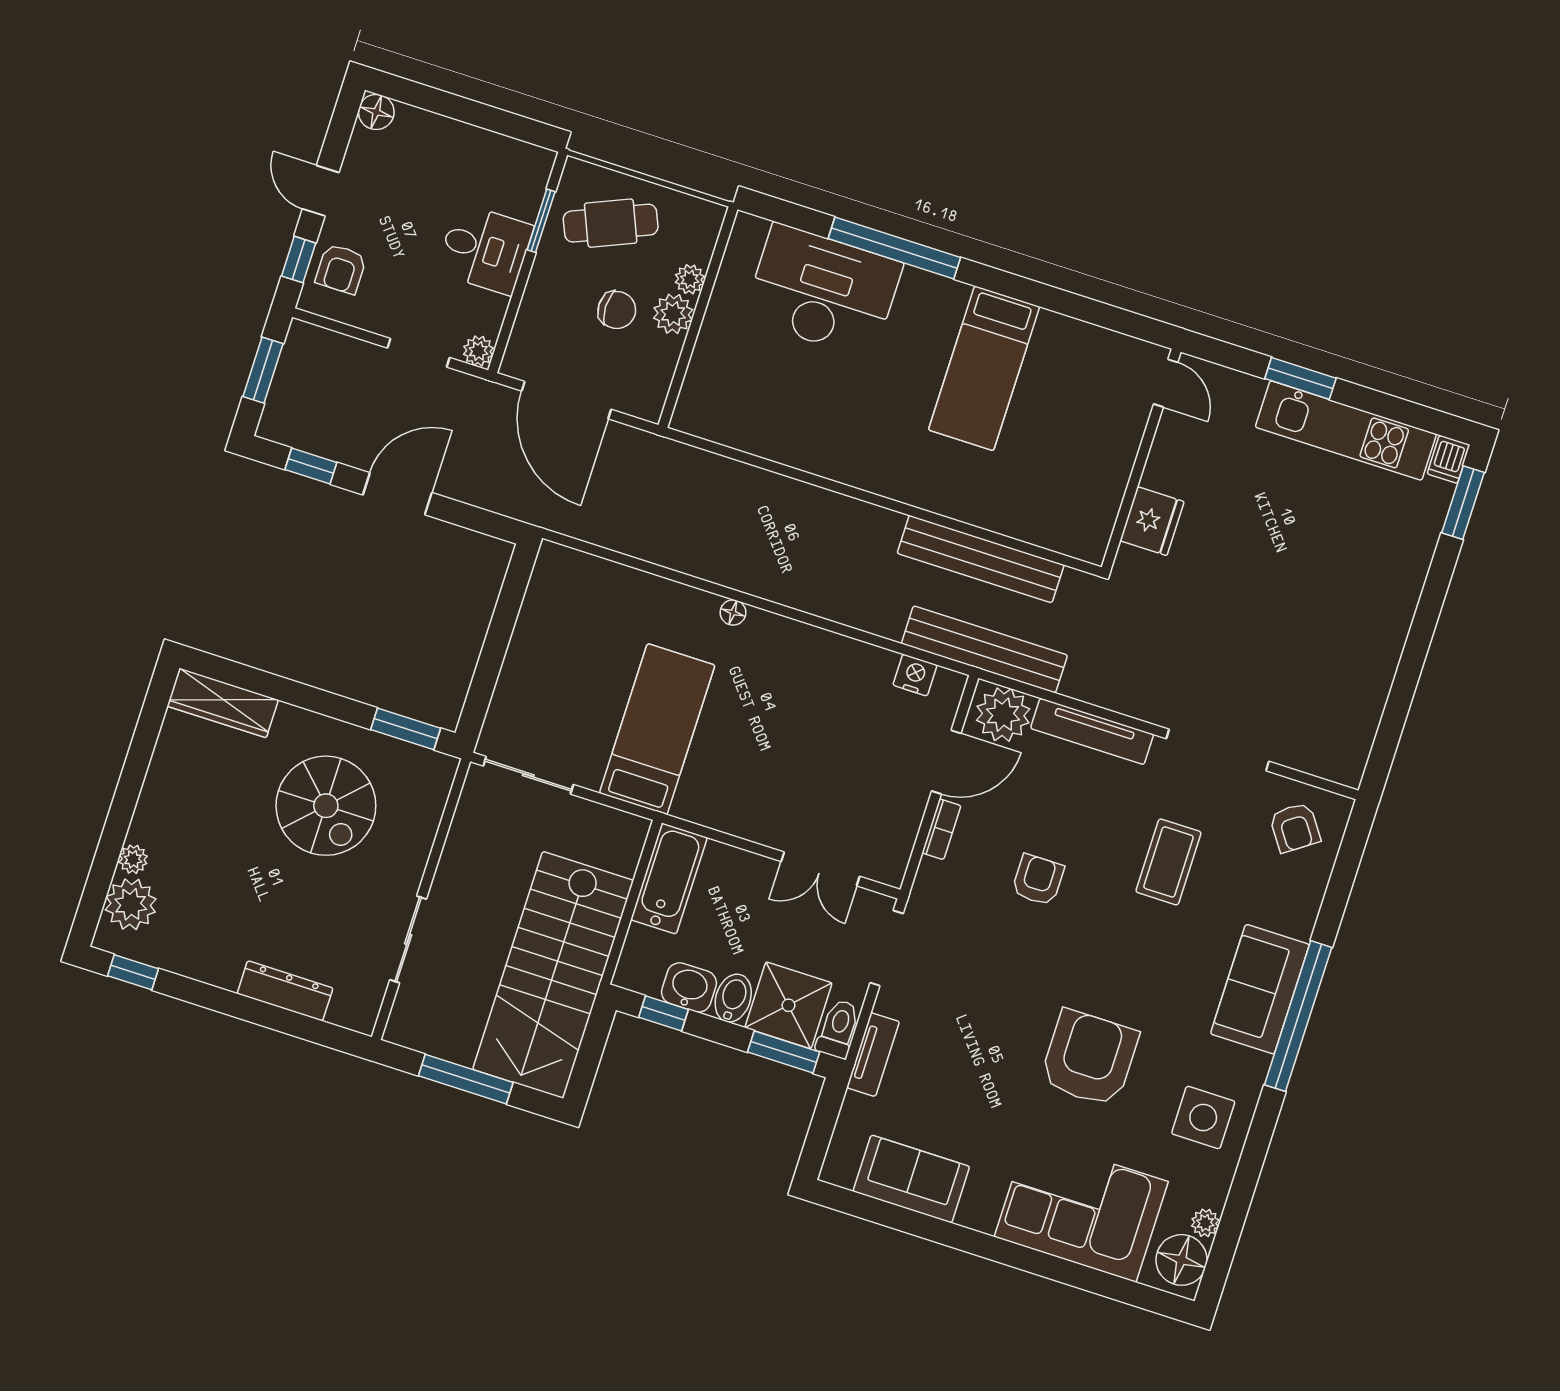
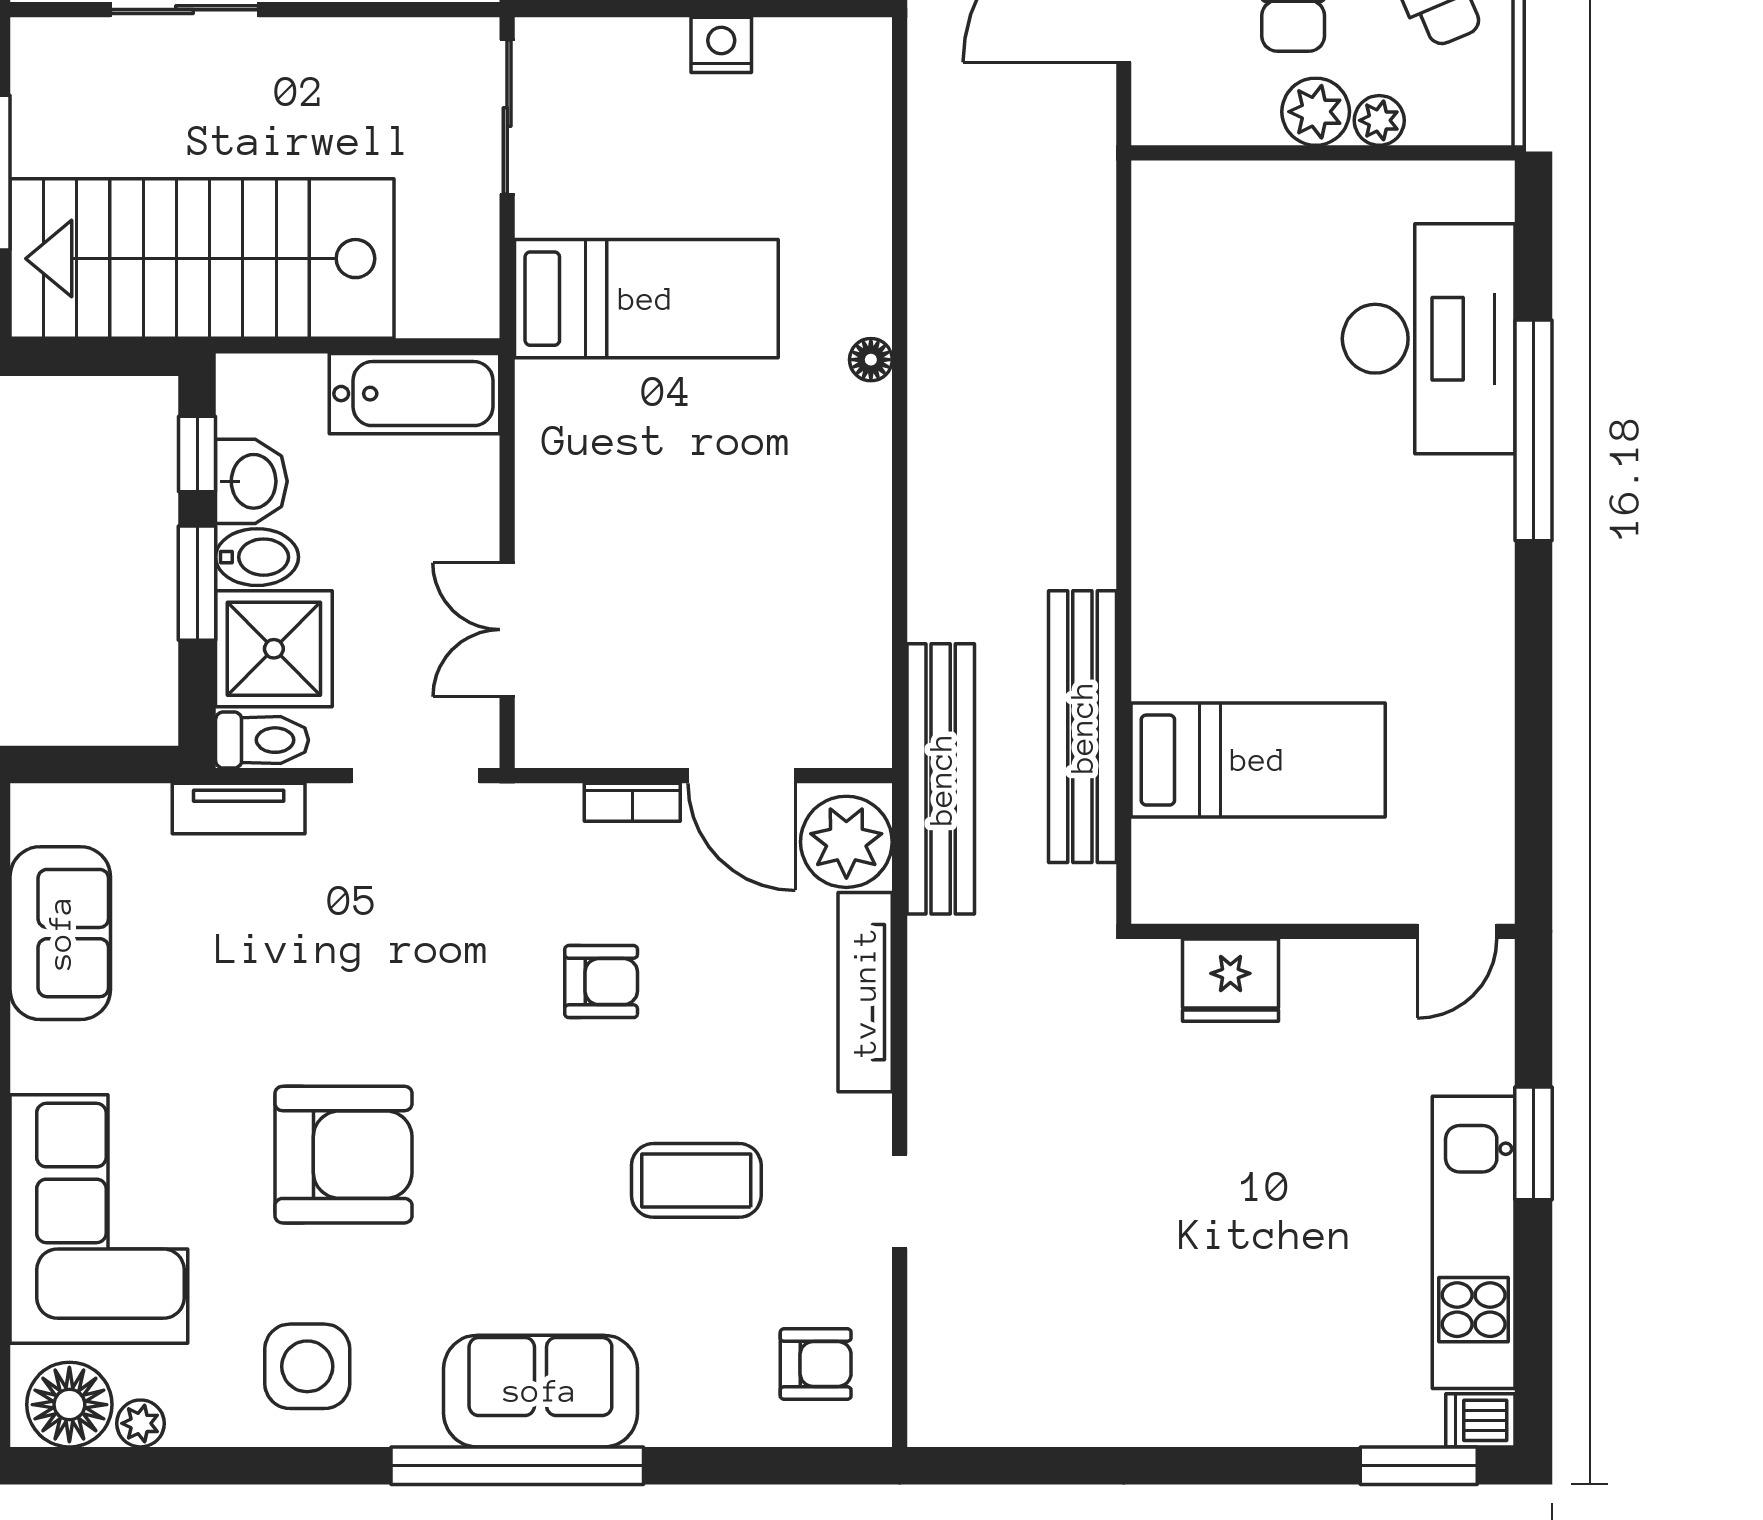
bed: (984, 368) -> (1258, 760), moved, turned 180
nightstand: (915, 675) -> (721, 45), moved, turned -90
doorway: (1218, 750) -> (900, 1201), width x0.53
armchair: (1295, 828) -> (816, 1364), turned -145
window: (784, 1052) -> (197, 583), moved

